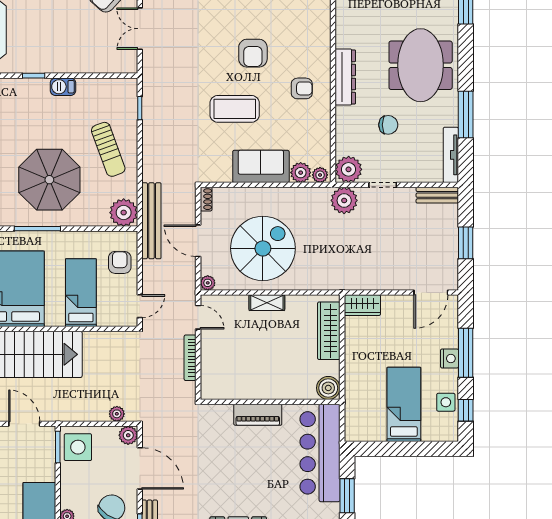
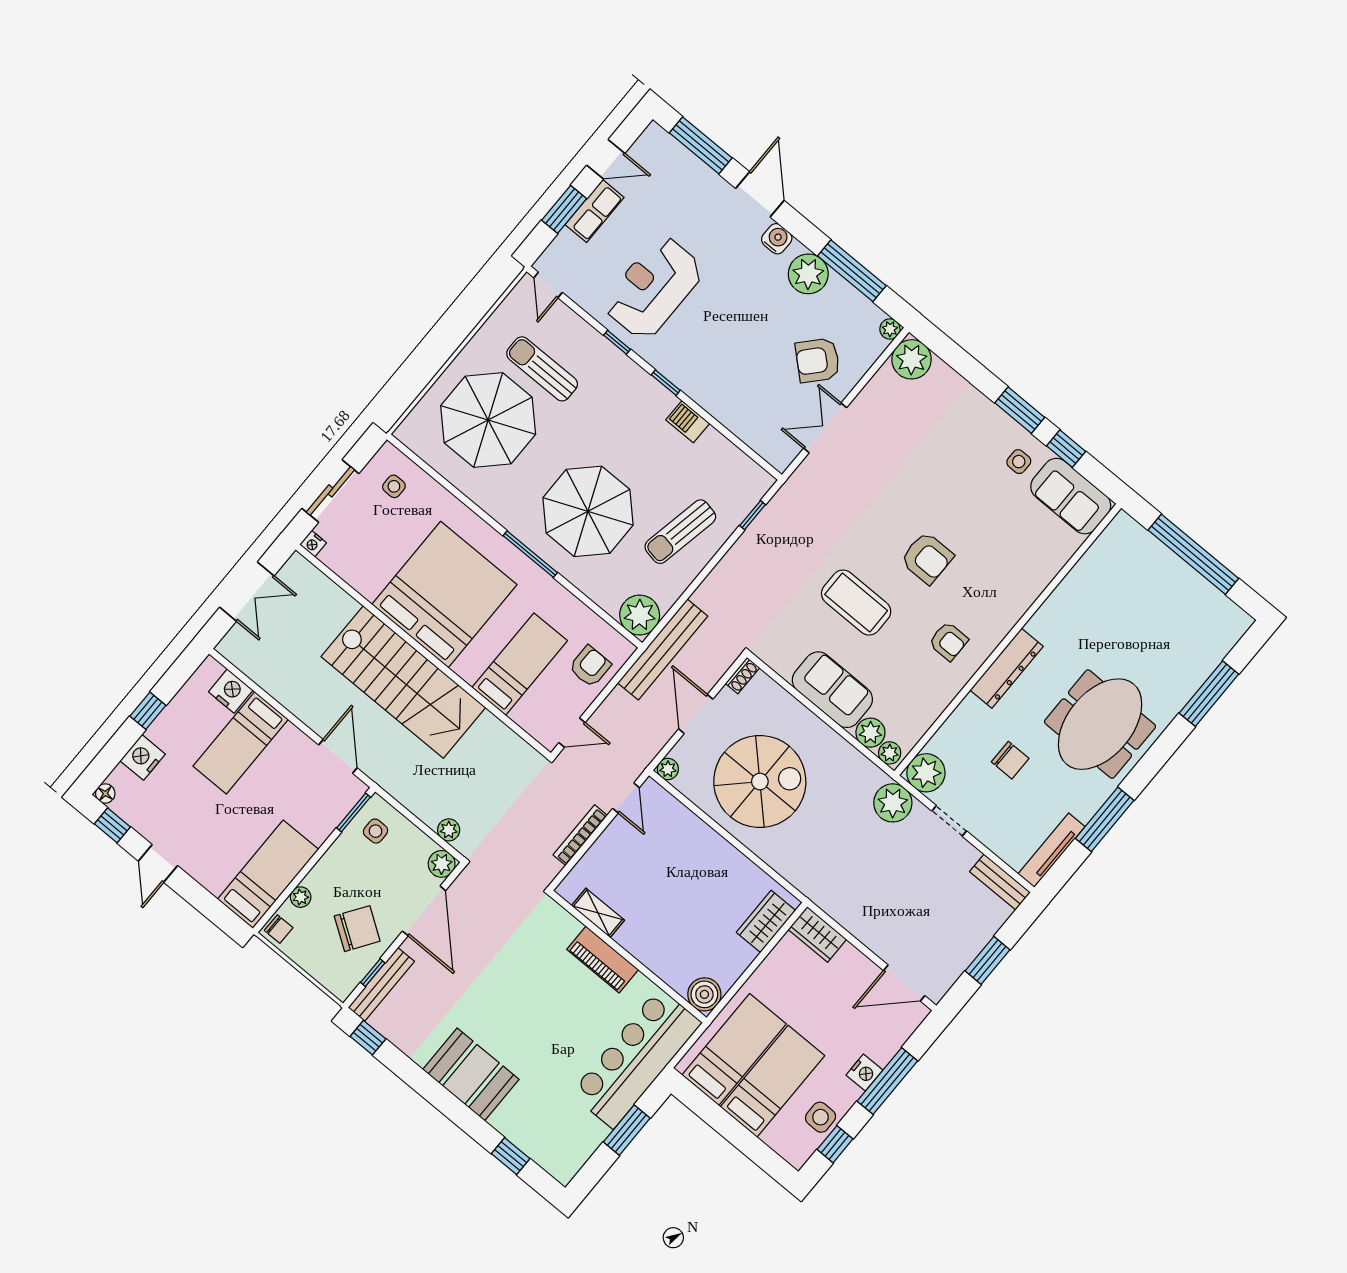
armchair: (253, 53) -> (927, 558), turned -90
sun lounger: (108, 149) -> (680, 532), turned 31
shelving: (267, 303) -> (598, 913), moved
wardrobe: (329, 331) -> (766, 921), width x0.67
bed: (369, 404) -> (734, 1049), added
side table: (78, 447) -> (375, 831), width x0.54, depth x0.54

